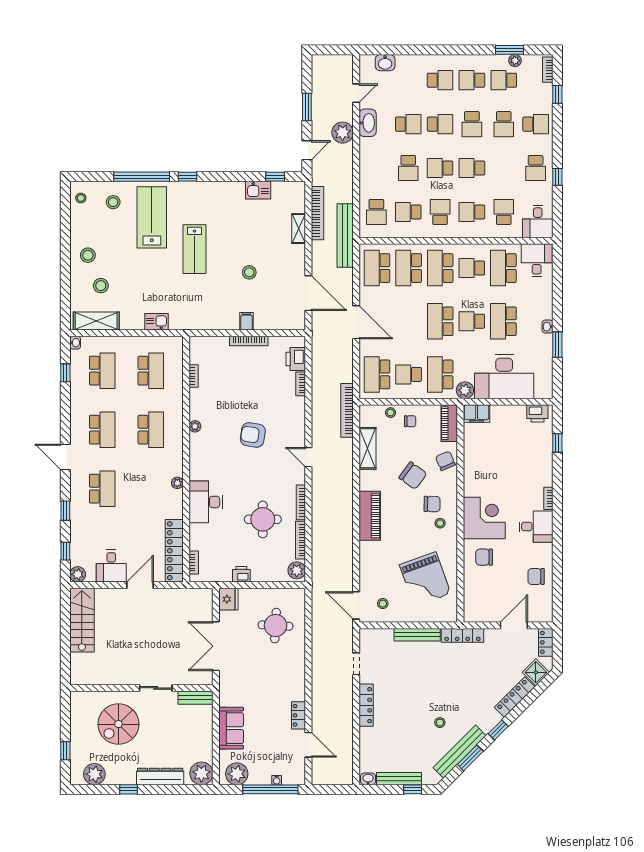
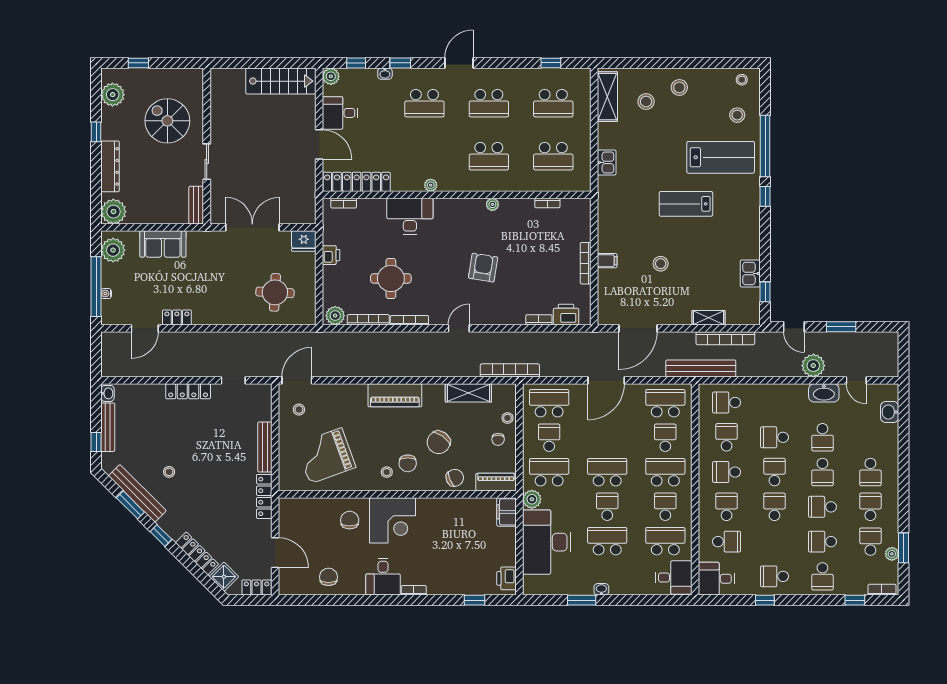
school desk: (440, 212) -> (727, 472), turned 180
school desk: (409, 268) -> (665, 438), width x0.54
washbasin: (75, 343) -> (385, 74), moved

